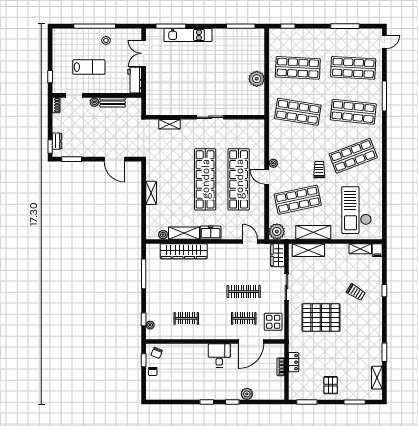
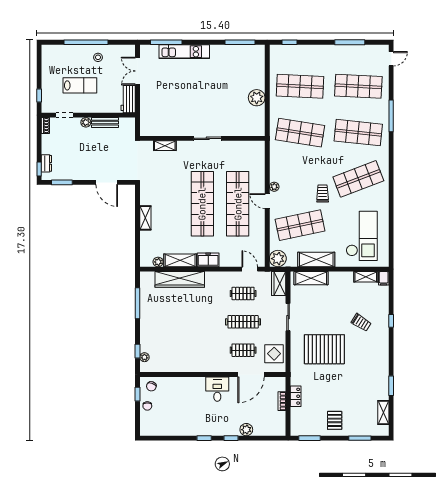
checkout: (356, 210) -> (362, 236), turned 180
clothes rail: (186, 318) -> (243, 293), moved

